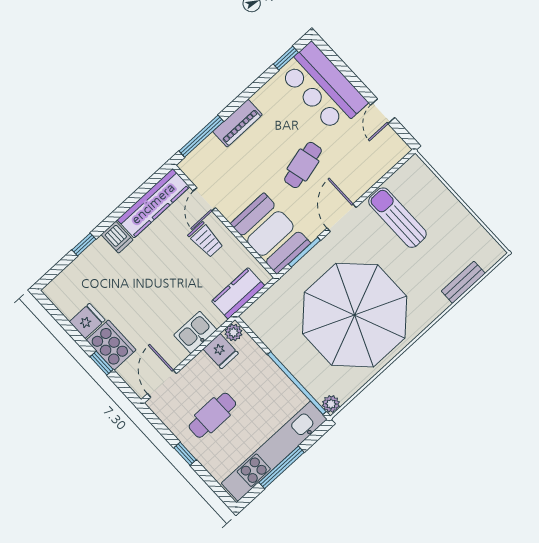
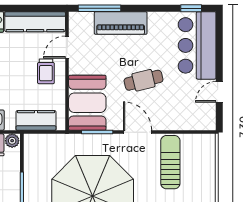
piano: (237, 123) -> (121, 23), width x1.37, depth x1.33
door: (342, 218) -> (138, 132), hinge flipped

